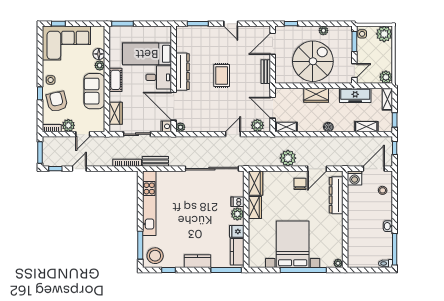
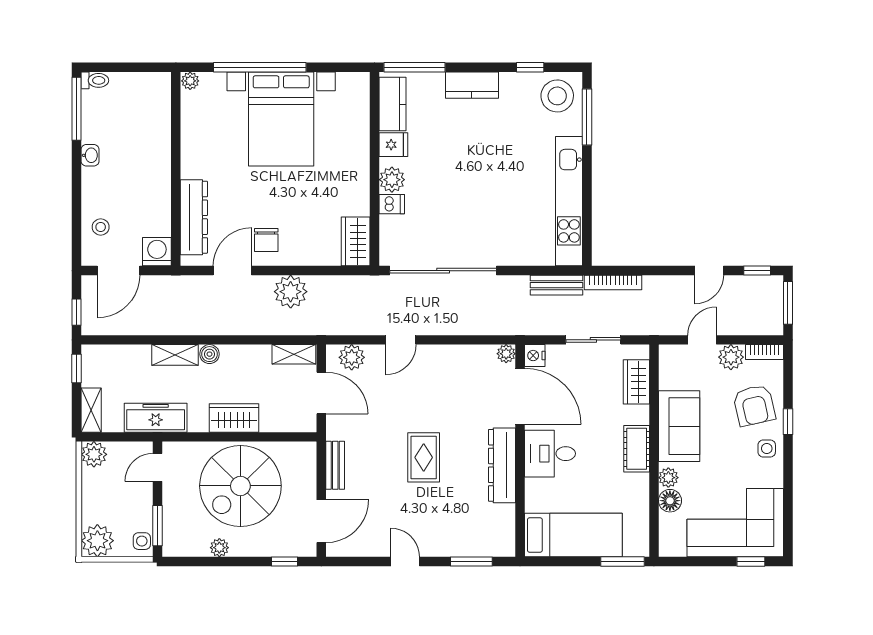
bed: (147, 54) -> (573, 535), moved
shelving: (366, 127) -> (175, 355), moved
wardrobe: (255, 207) -> (357, 193), removed

